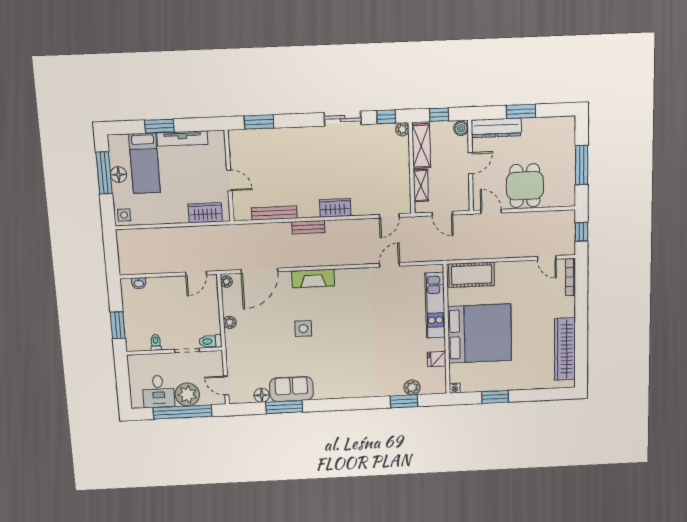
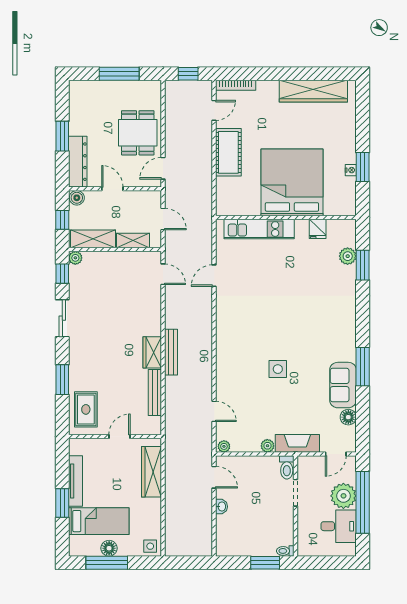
window: (259, 122) -> (62, 380), moved
rug: (254, 146) -> (86, 409), added
dining table: (525, 186) -> (138, 133), turned 90
wardrobe: (335, 208) -> (152, 352), moved
wardrobe: (205, 213) -> (152, 472), width x1.50
door: (442, 214) -> (163, 219), hinge flipped
bench: (308, 227) -> (171, 352), width x1.36
door: (390, 265) -> (214, 276), hinge flipped
door: (259, 271) -> (214, 411), width x0.53
cot: (472, 275) -> (228, 152), moved
fireplace: (313, 278) -> (297, 443), moved, turned -90
washbasin: (139, 283) -> (222, 507), moved
toilet: (156, 342) -> (285, 551), moved
nightstand: (455, 388) -> (351, 170), moved
window: (284, 407) -> (363, 367), moved

